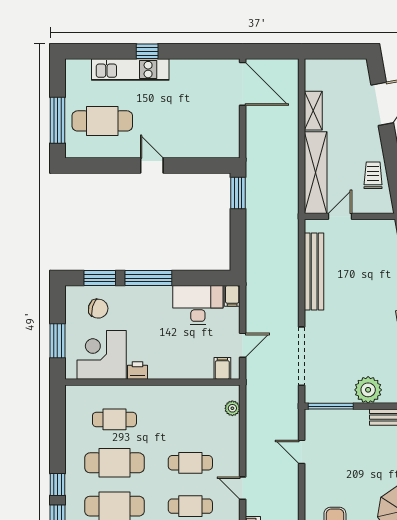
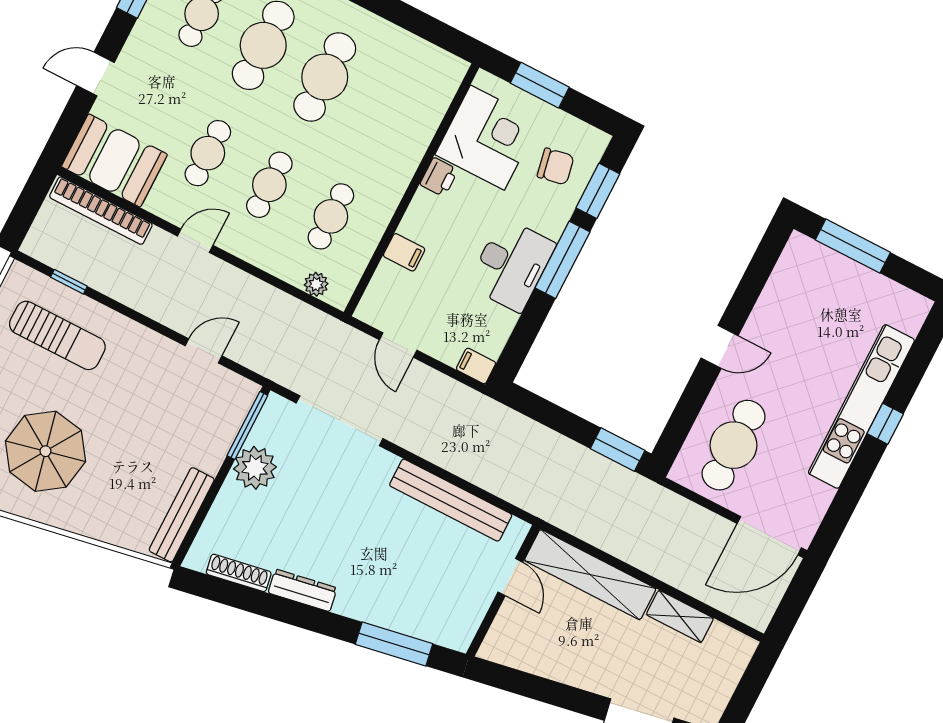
kitchen unit: (130, 70) -> (861, 406), width x1.36
cafe table: (102, 121) -> (734, 445), moved
trolley: (373, 175) -> (544, 654), removed
desk: (198, 305) -> (512, 265), moved
chair: (98, 309) -> (556, 166), turned -117
filing cabinet: (222, 368) -> (404, 252), moved
plant: (368, 390) -> (255, 468), moved
cafe table: (114, 419) -> (331, 216), moved

